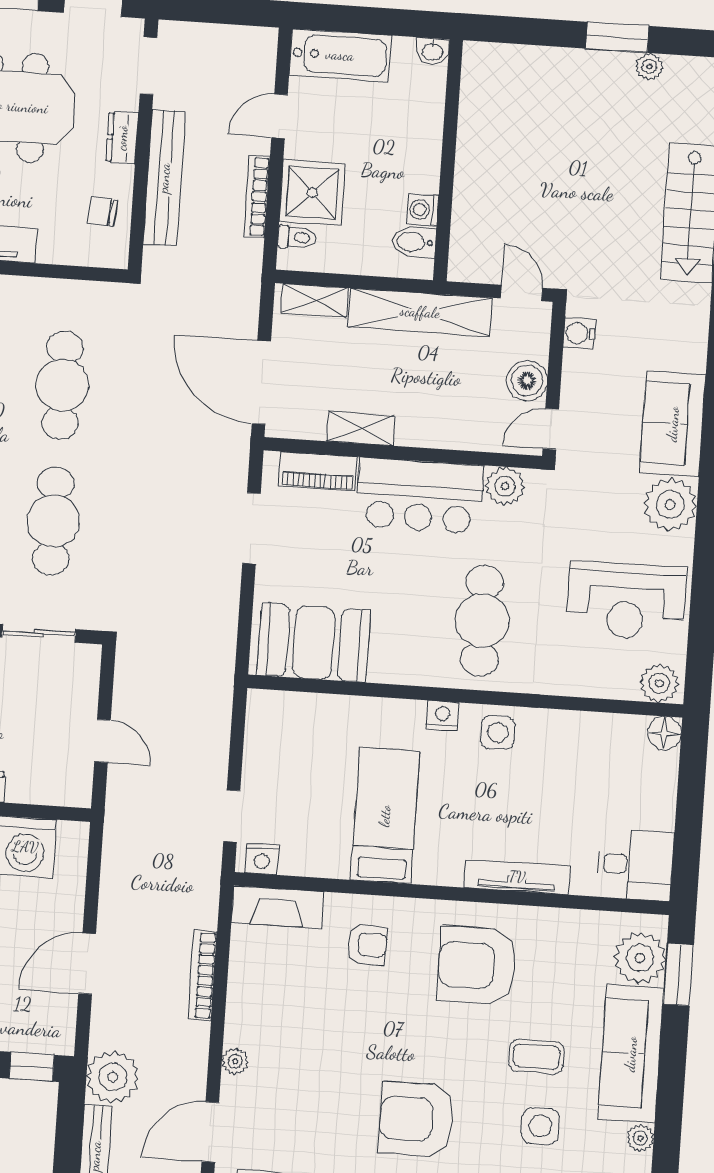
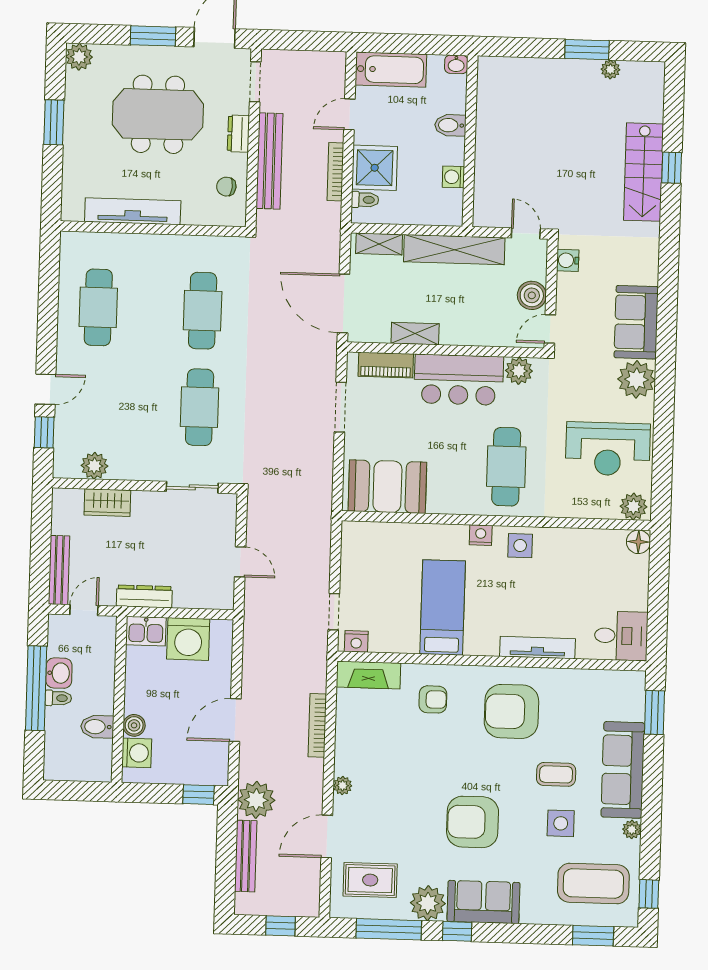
bidet: (414, 242) -> (450, 125), moved
plant: (640, 958) -> (627, 702), removed

